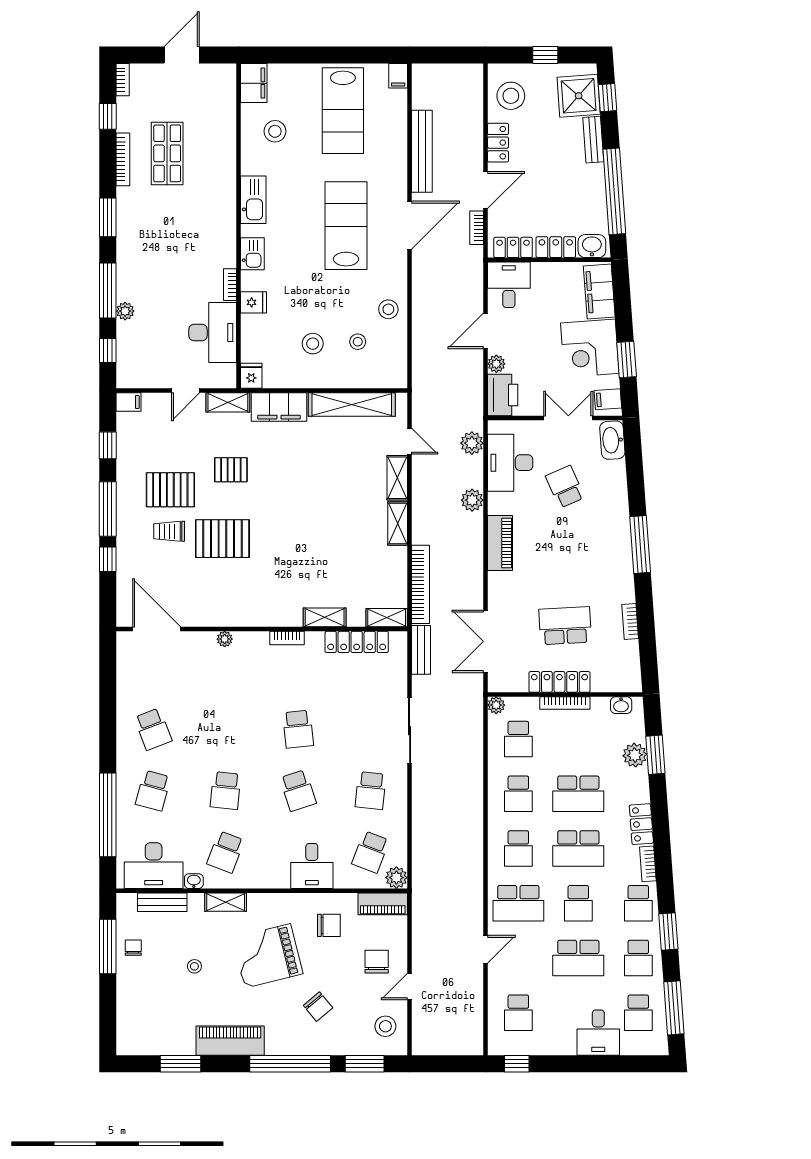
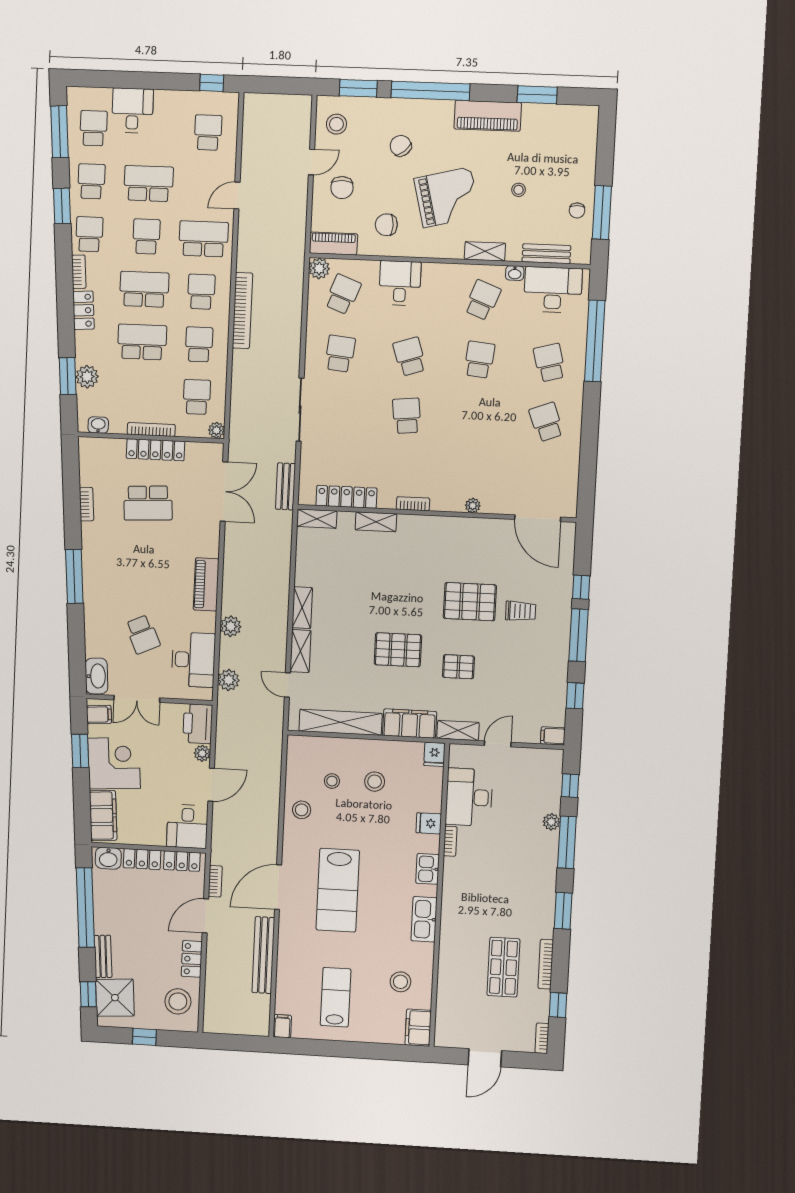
lab bench: (343, 111) -> (336, 997), width x0.73, depth x0.72
pallet: (170, 490) -> (398, 650), moved
bookcase: (421, 584) -> (242, 311), moved, turned 180
school desk: (153, 791) -> (550, 363), turned -30

